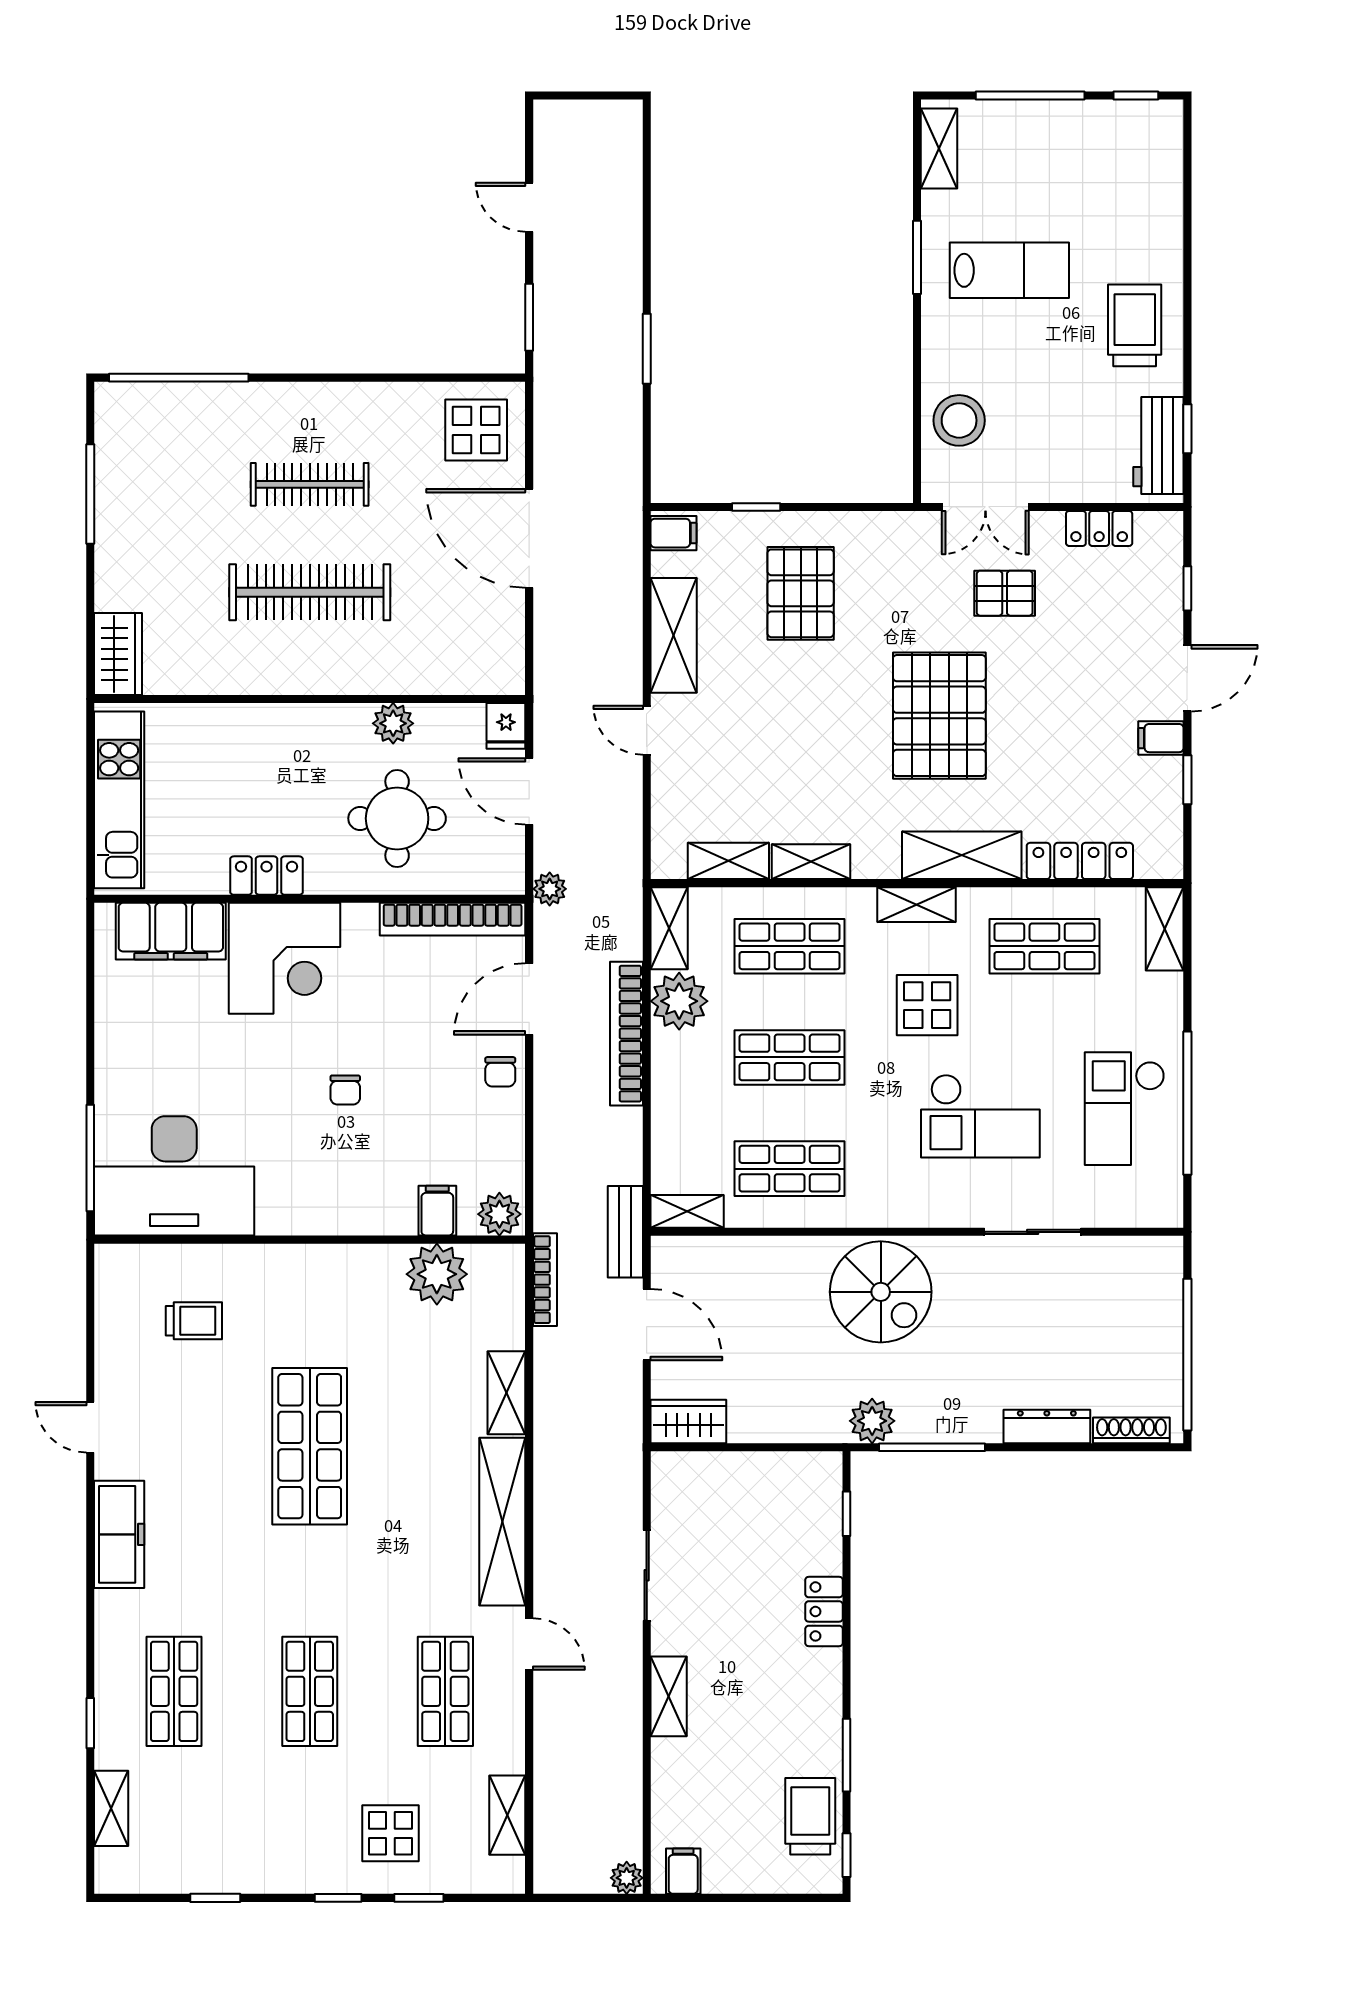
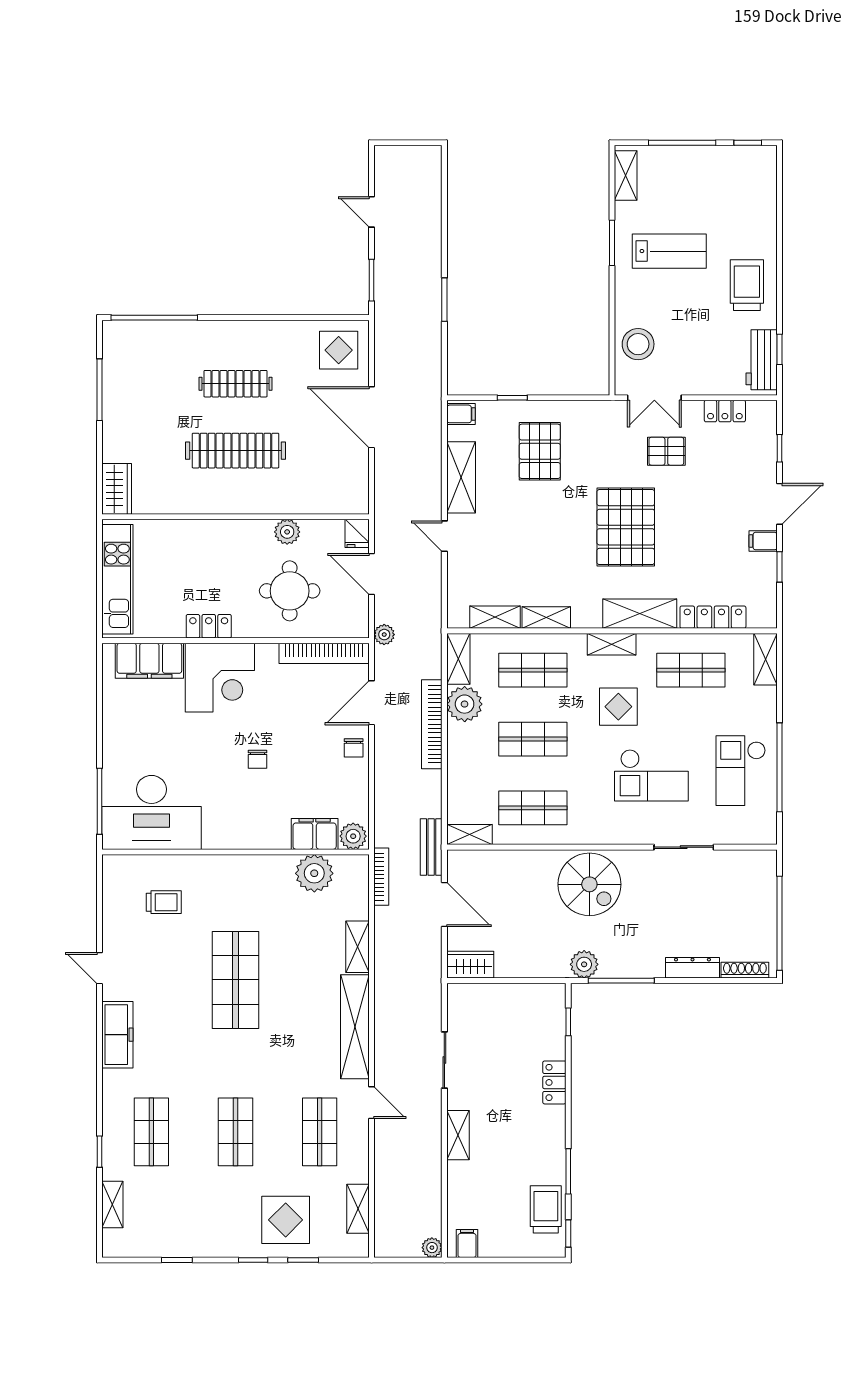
filing cabinet: (437, 1211) -> (315, 834), width x2.00
display table: (390, 1833) -> (286, 1220), width x1.36, depth x1.36

